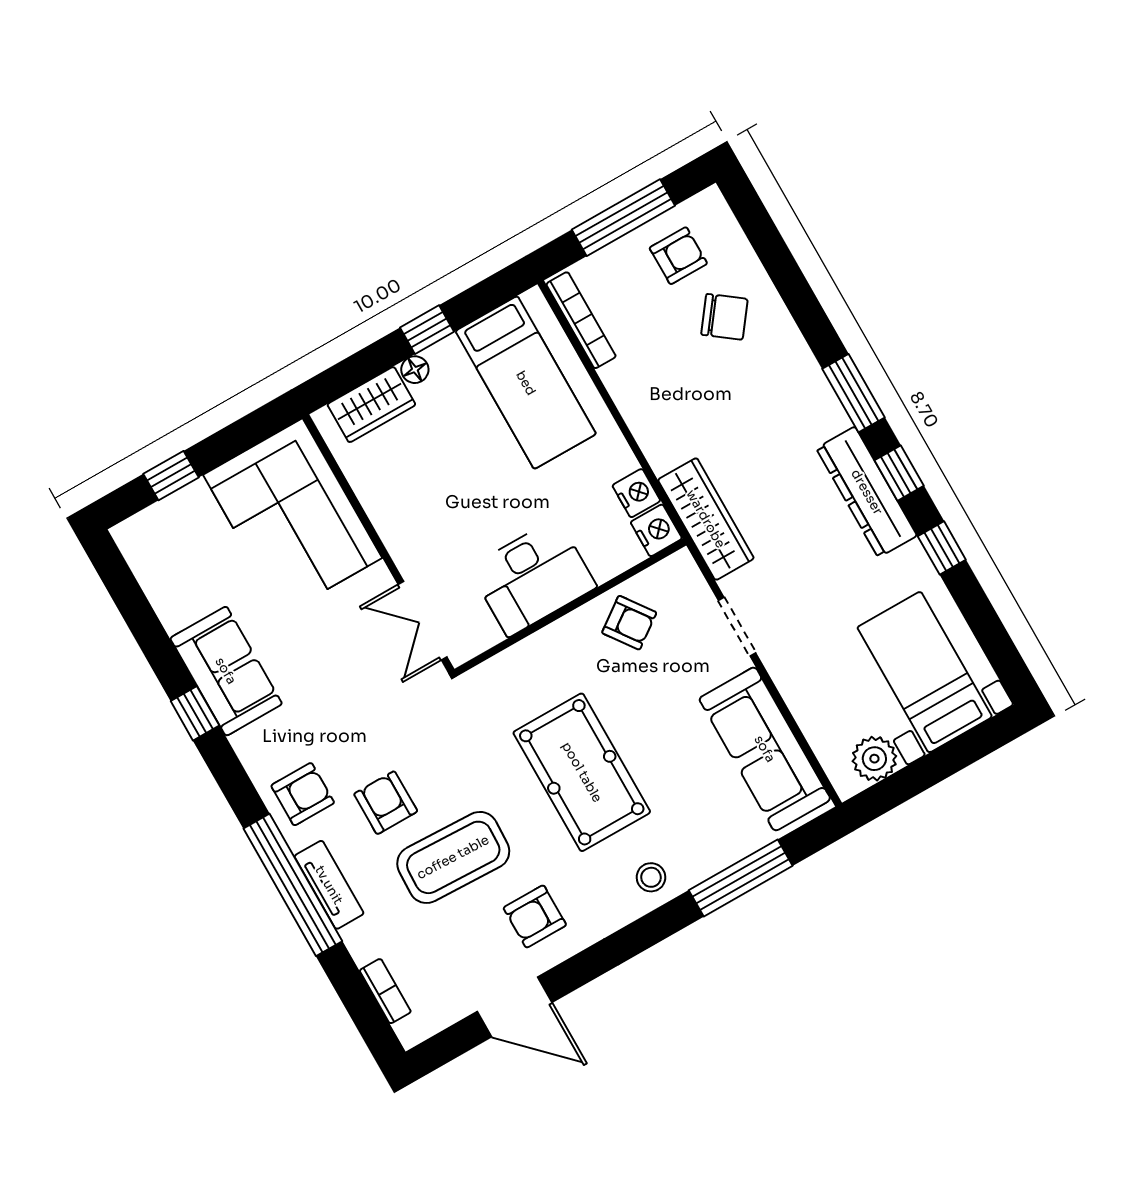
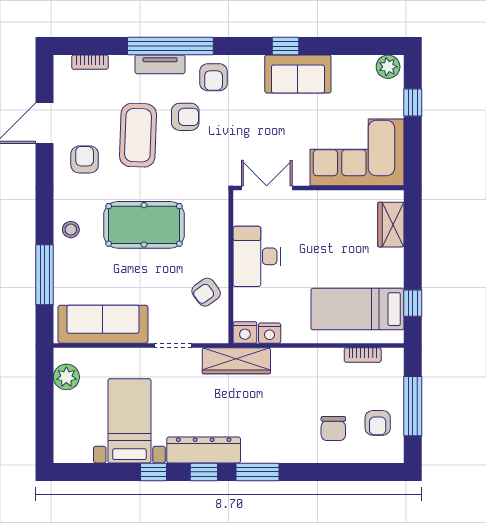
chair: (724, 317) -> (333, 429), turned -37
bookcase: (581, 320) -> (363, 355), width x0.64
window: (427, 330) -> (413, 303), moved
floor lamp: (415, 370) -> (396, 257), removed
plant: (139, 543) -> (388, 67), added
bed with nightstands: (925, 672) -> (129, 421), moved, turned -90

